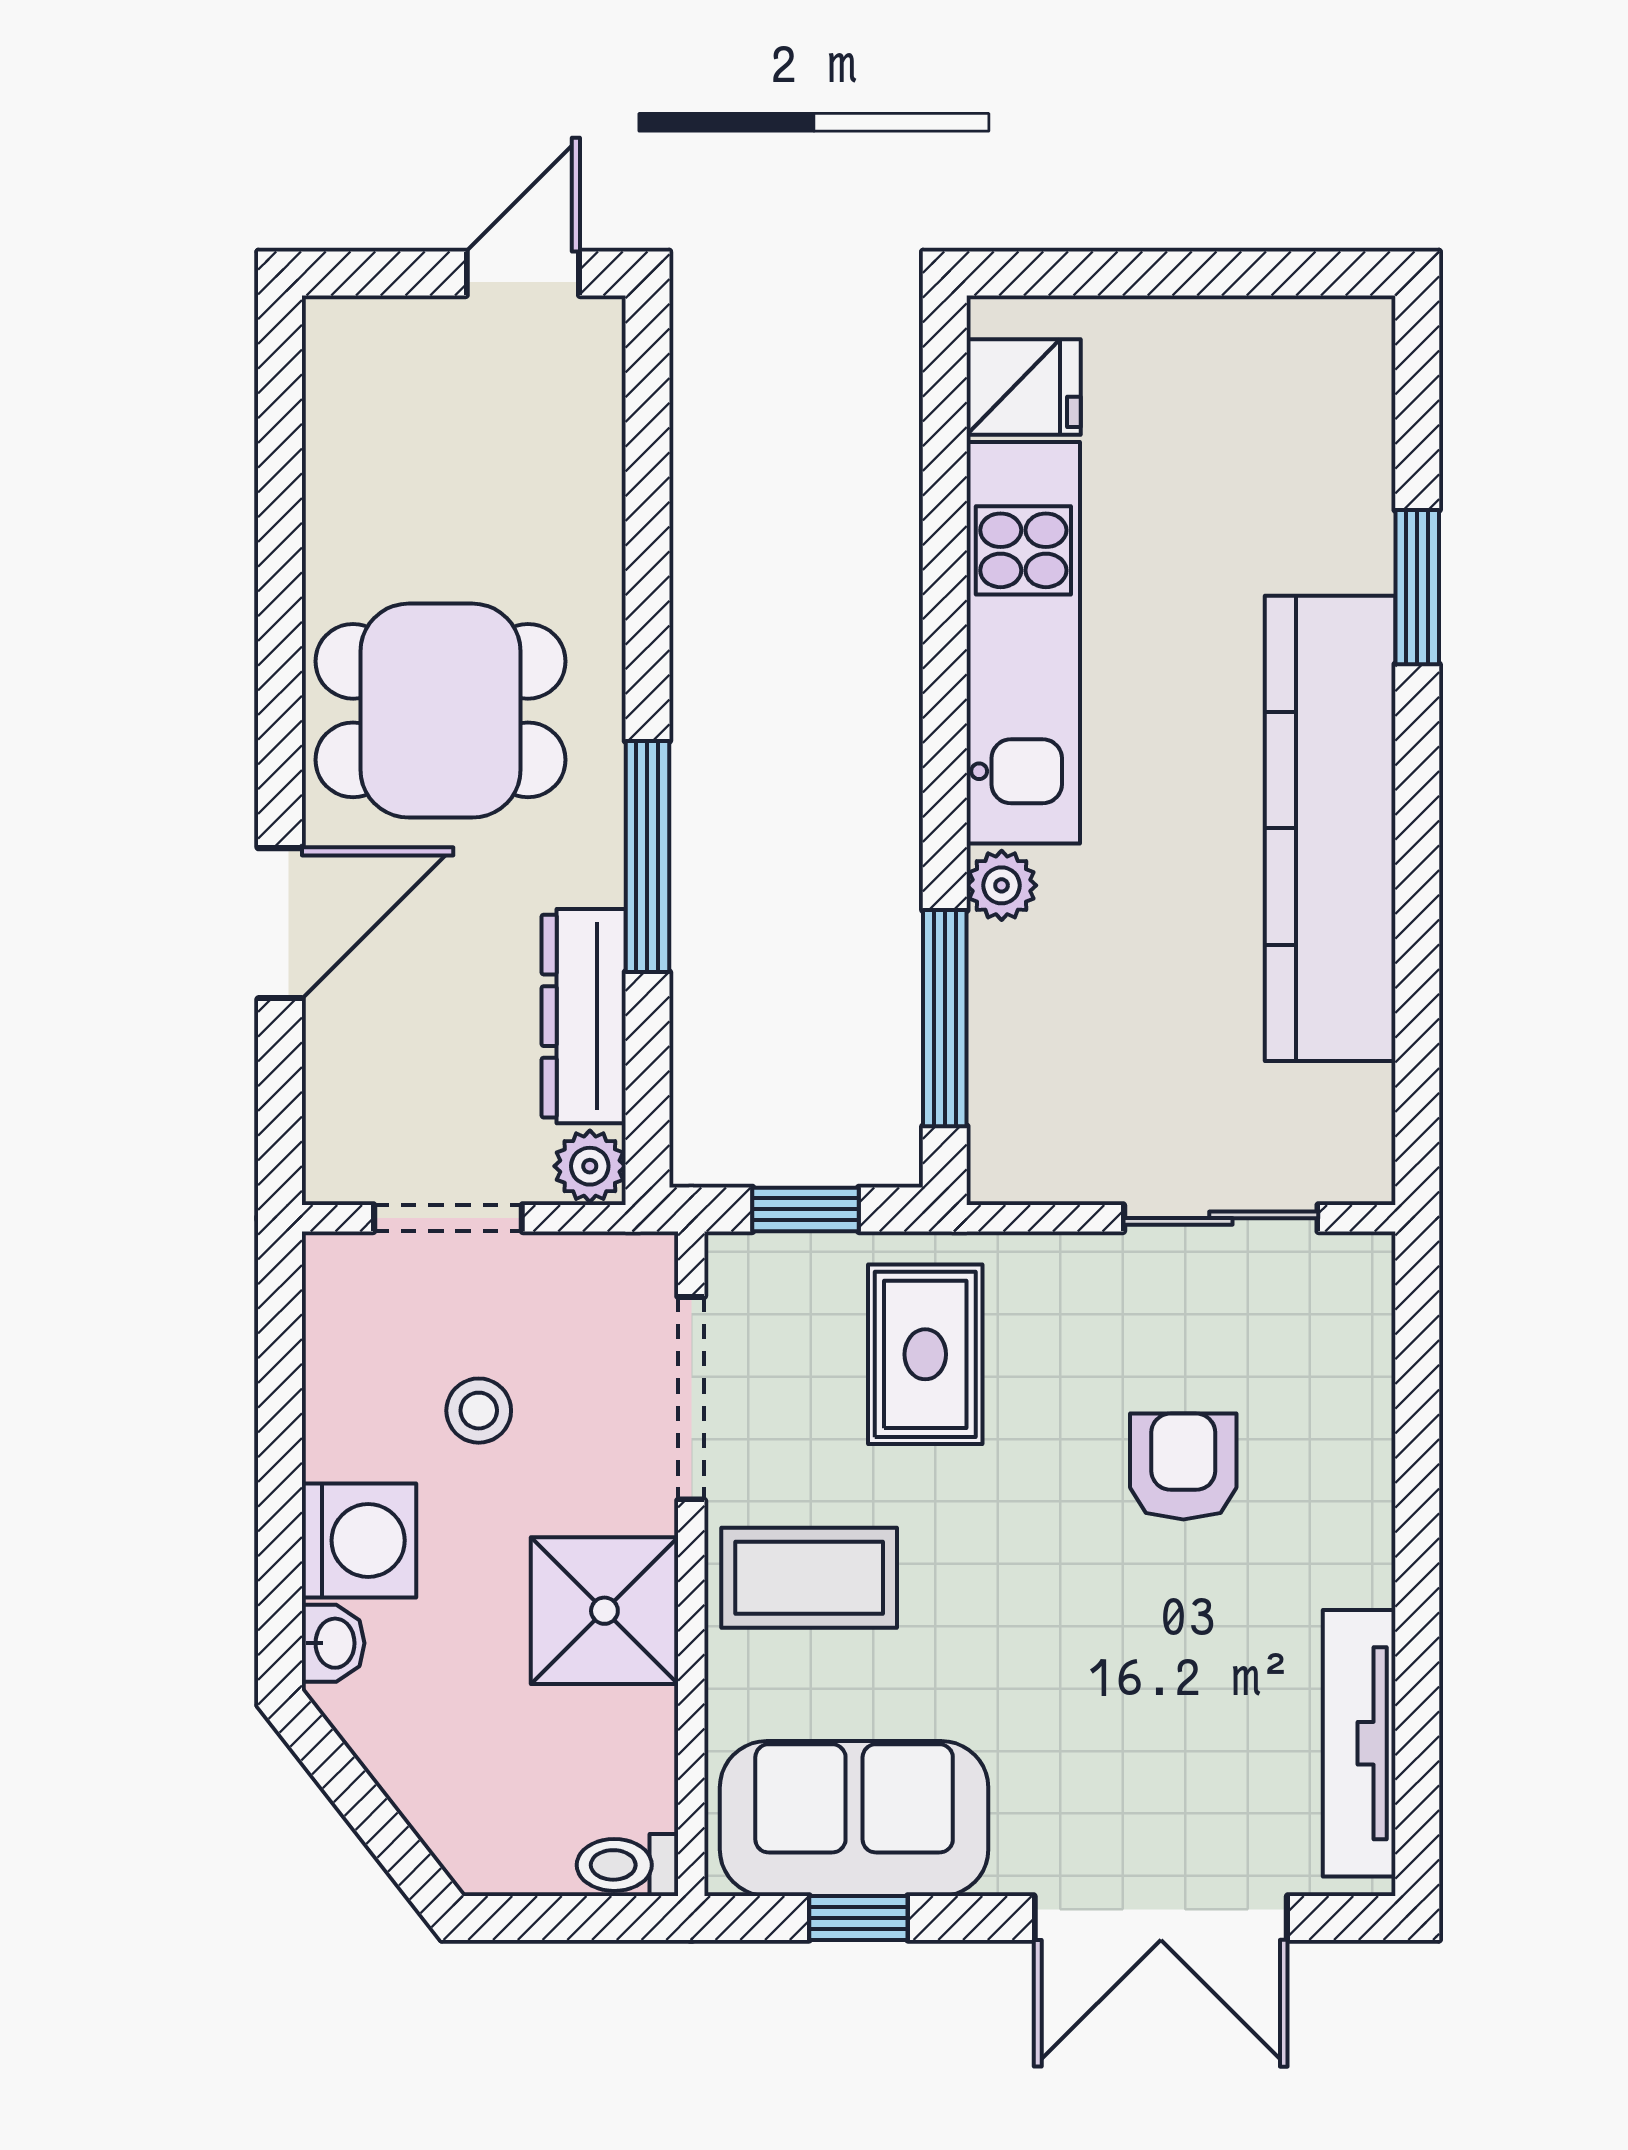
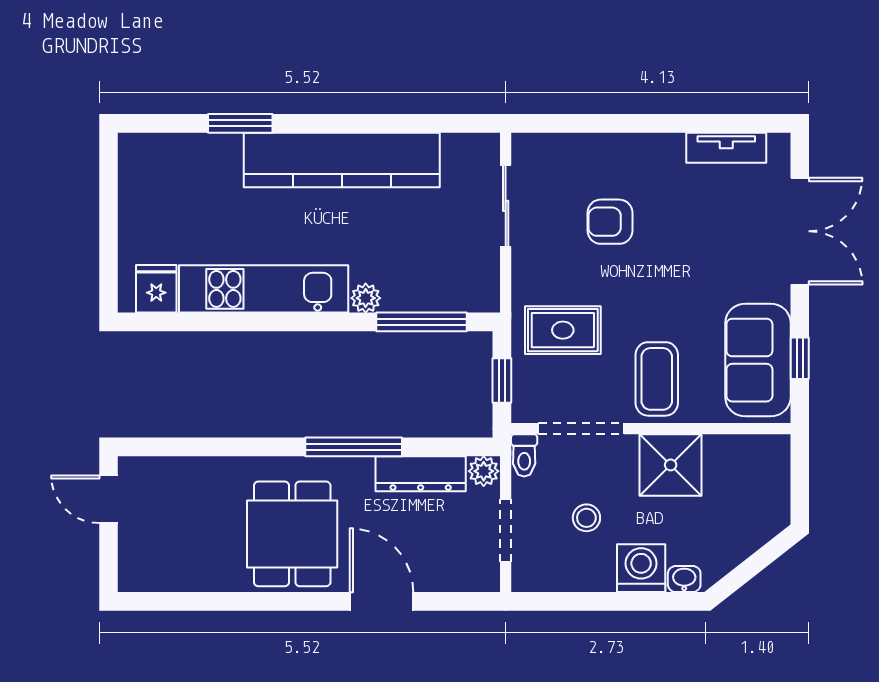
tv unit: (1359, 1743) -> (726, 148), width x0.71
toilet: (627, 1865) -> (524, 455), moved

